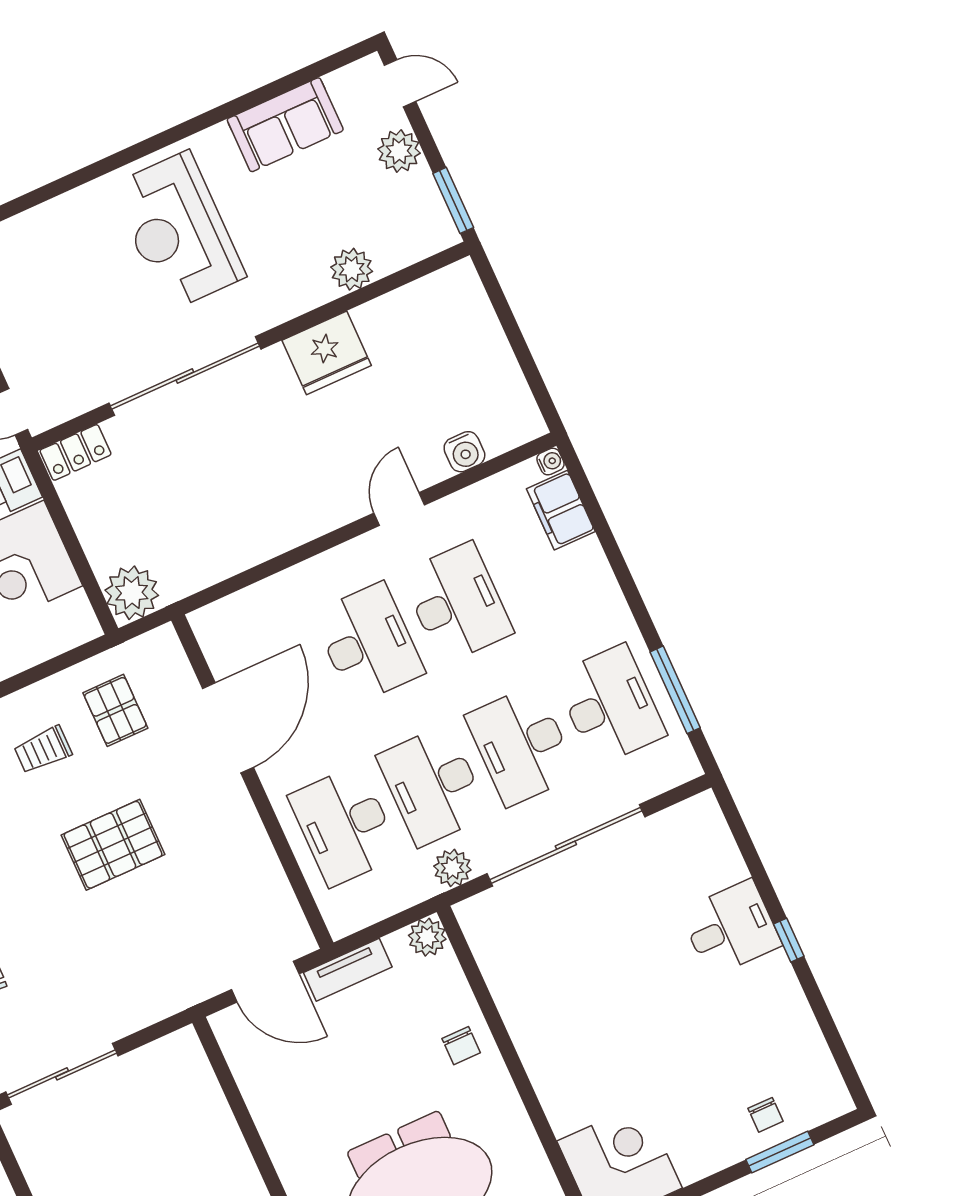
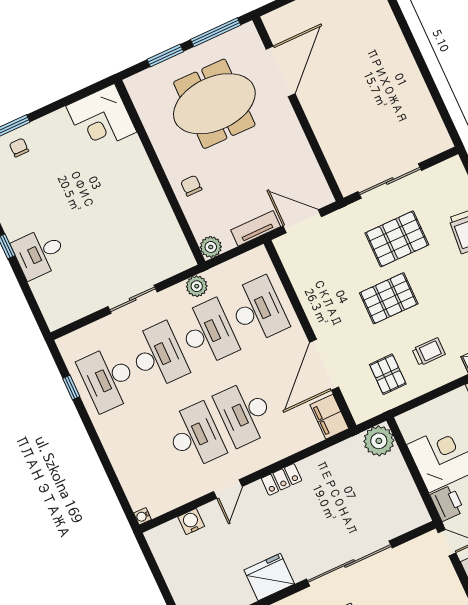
locker: (75, 452) -> (282, 479), moved, turned 180
filing cabinet: (561, 510) -> (329, 417), moved, turned 180
desk: (457, 603) -> (195, 436), turned 180
window: (675, 690) -> (71, 388), width x0.46
sliding door: (566, 845) -> (133, 299), width x0.54
pallet: (98, 950) -> (397, 239), added
sliding door: (62, 1074) -> (390, 181), moved

